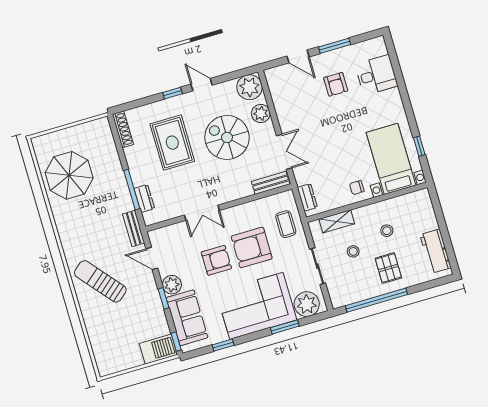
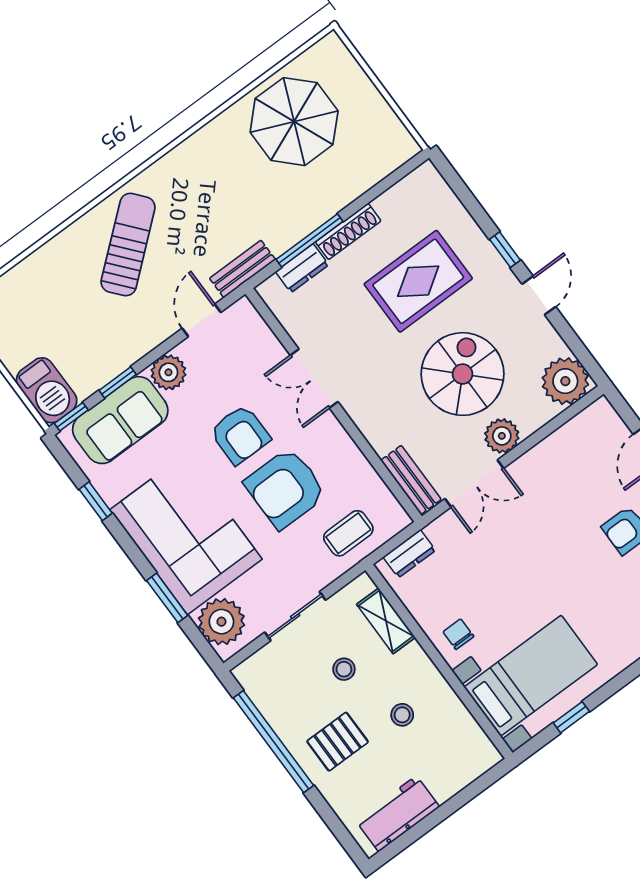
plant: (261, 113) -> (502, 436), moved
shoe rack: (123, 129) -> (348, 231), moved
armchair: (252, 247) -> (285, 488), turned -90
window: (164, 298) -> (118, 382), moved

